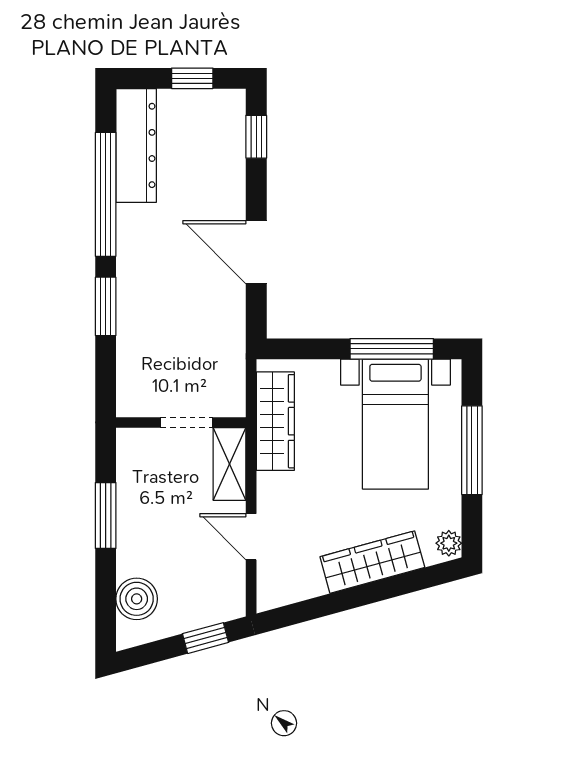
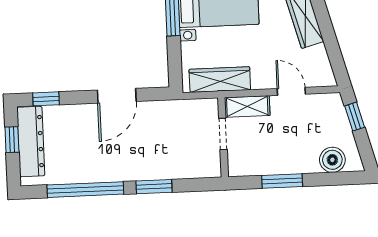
dresser: (136, 145) -> (31, 141), moved, turned 90
door: (251, 537) -> (291, 91), swing flipped

